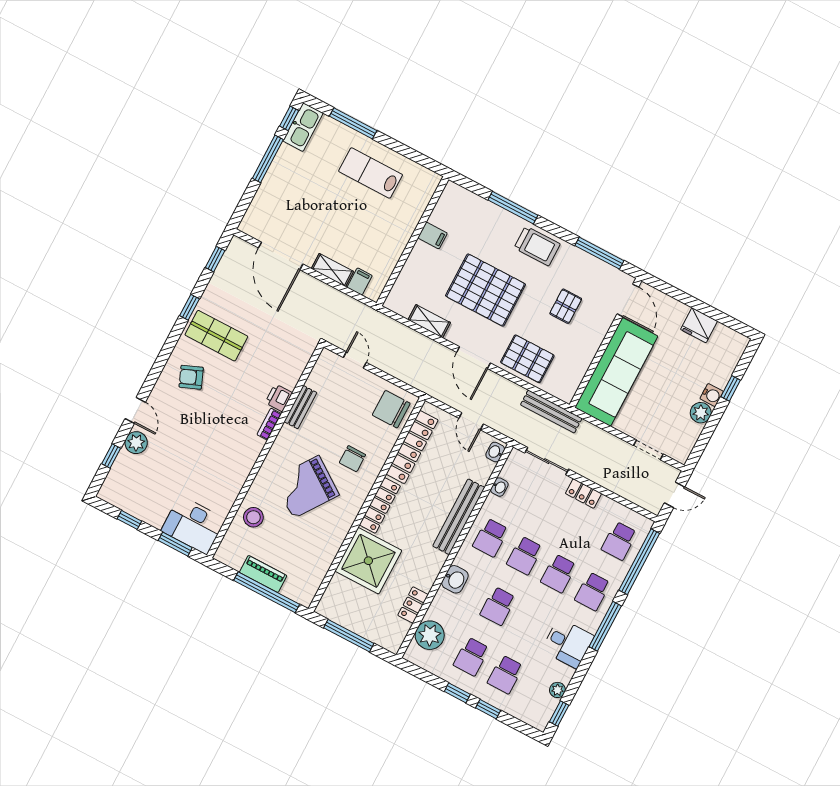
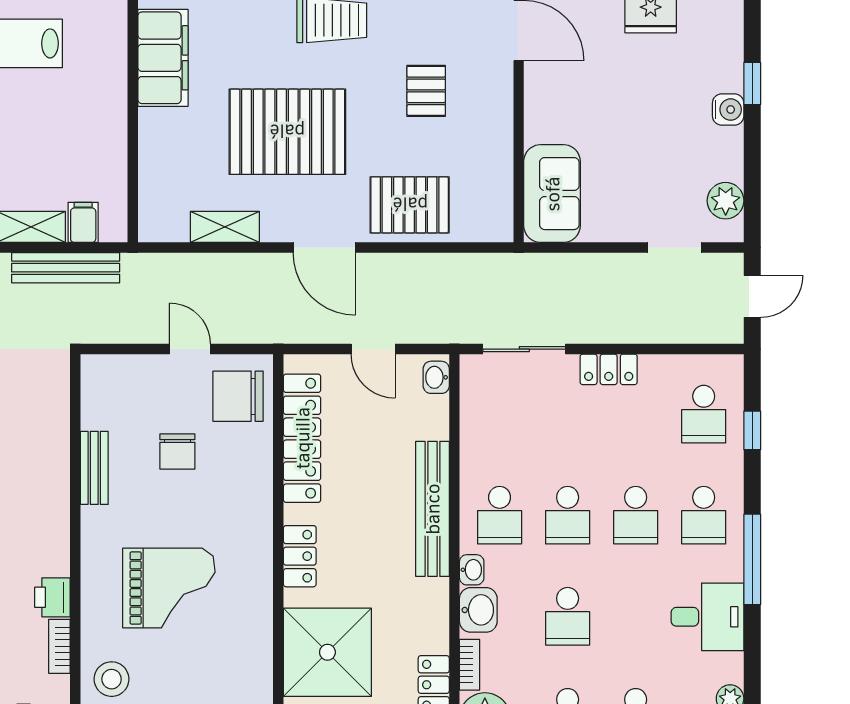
filing cabinet: (433, 235) -> (163, 58), width x3.00, depth x1.17
door: (355, 360) -> (190, 349), moved
sofa: (616, 372) -> (552, 194), width x0.54, depth x0.79
printer: (279, 398) -> (52, 597), moved
bench: (551, 412) -> (66, 268), moved
plant: (701, 413) -> (726, 201), moved
bookcase: (269, 424) -> (59, 646), moved
chair: (352, 459) -> (177, 451), moved
grand piano: (306, 487) -> (169, 588), turned -125
washbasin: (499, 487) -> (472, 570), moved
locker: (380, 505) -> (300, 556), width x0.66
window: (639, 562) -> (752, 430), width x0.32
bookcase: (436, 604) -> (470, 665), added

